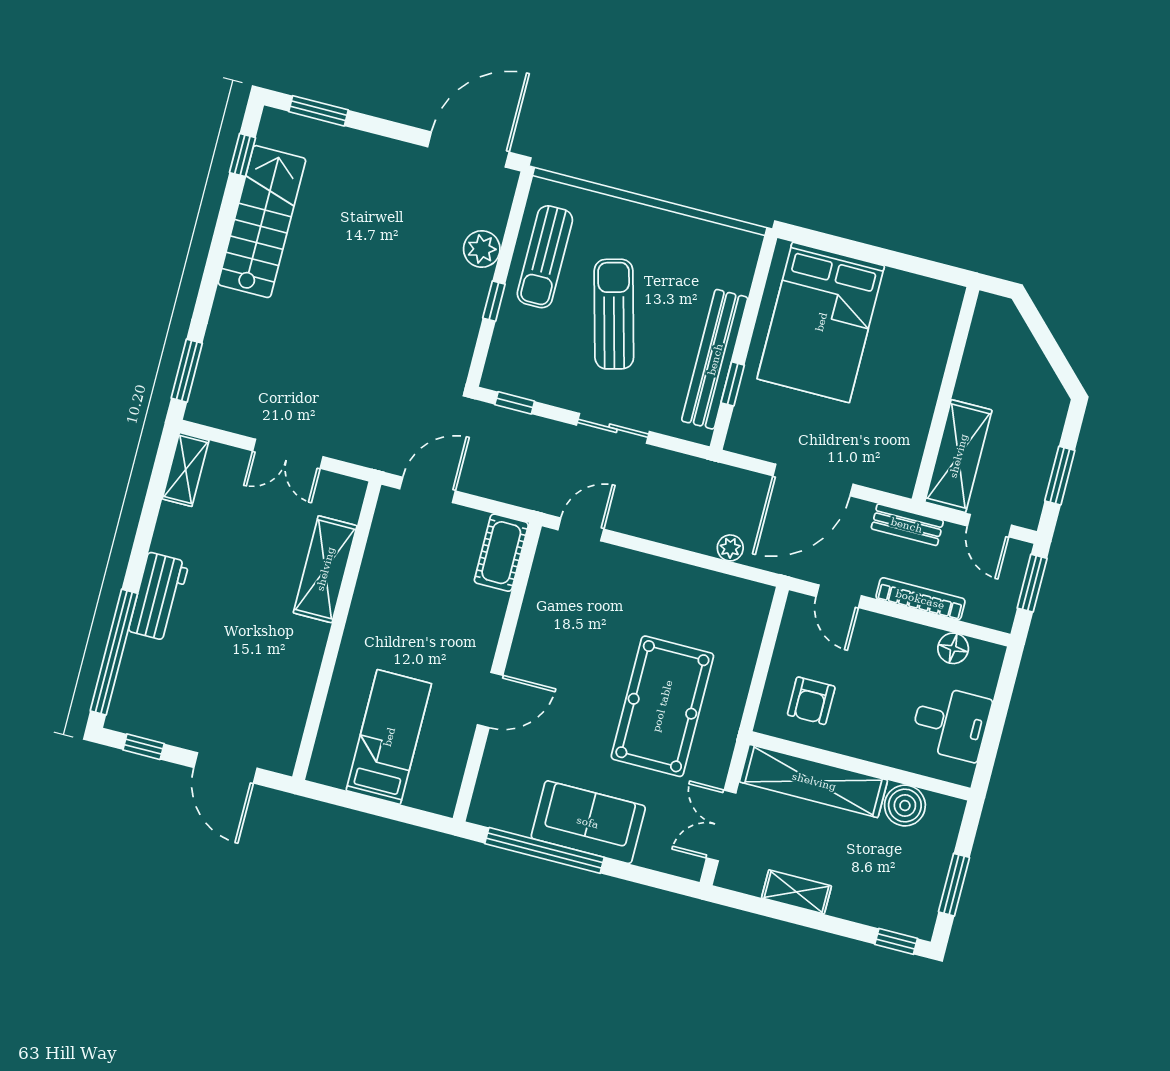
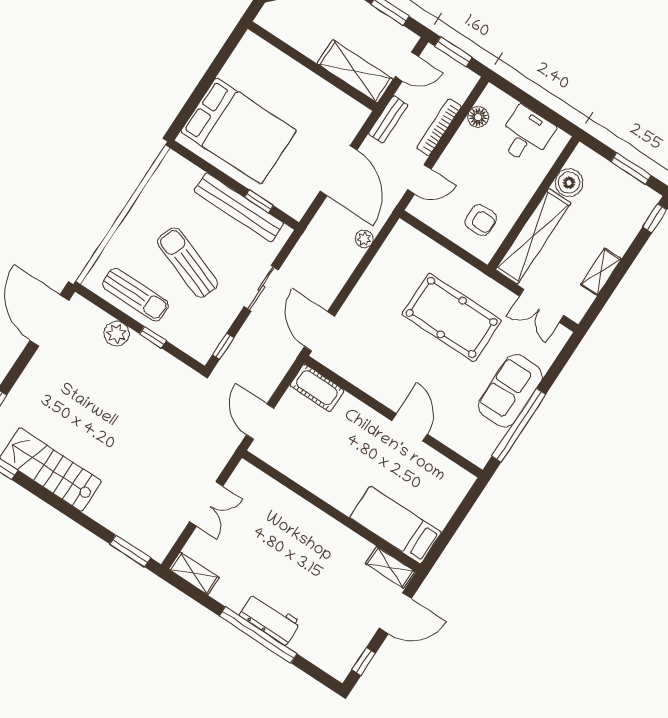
sun lounger: (614, 314) -> (188, 263), turned 35
door: (581, 529) -> (319, 331), width x1.38
shelving: (325, 569) -> (390, 567), moved, width x0.67, depth x0.75
window: (114, 652) -> (258, 635), moved
bed: (389, 737) -> (396, 525), moved

